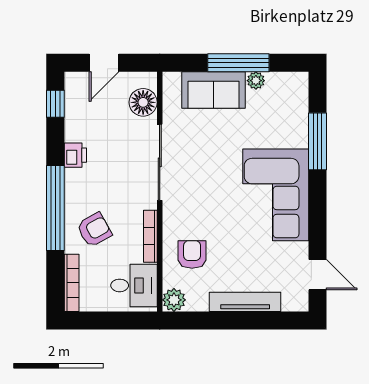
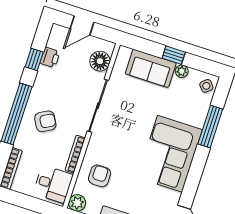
window: (238, 63) -> (174, 55), width x0.46
side table: (295, 89) -> (206, 86), added
window: (55, 104) -> (34, 59), moved
printer: (75, 155) -> (50, 57), moved
armchair: (94, 230) -> (45, 121), moved

